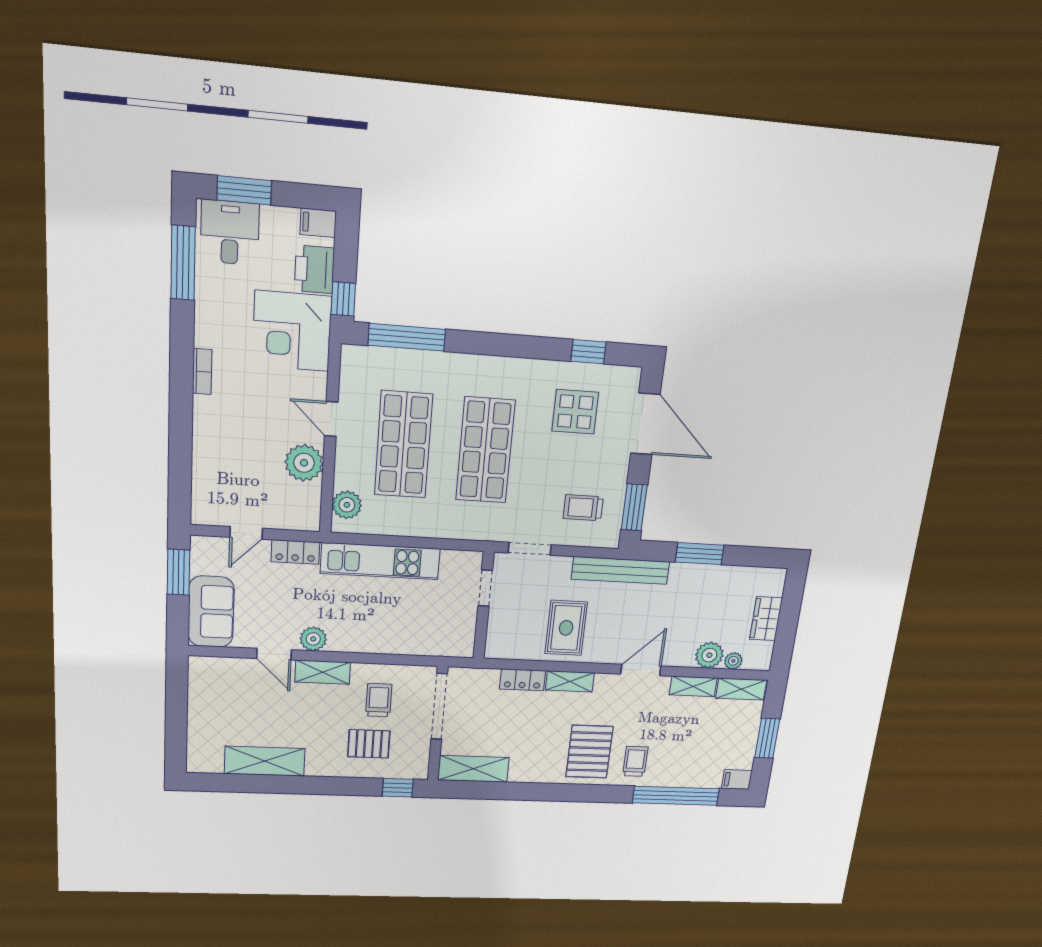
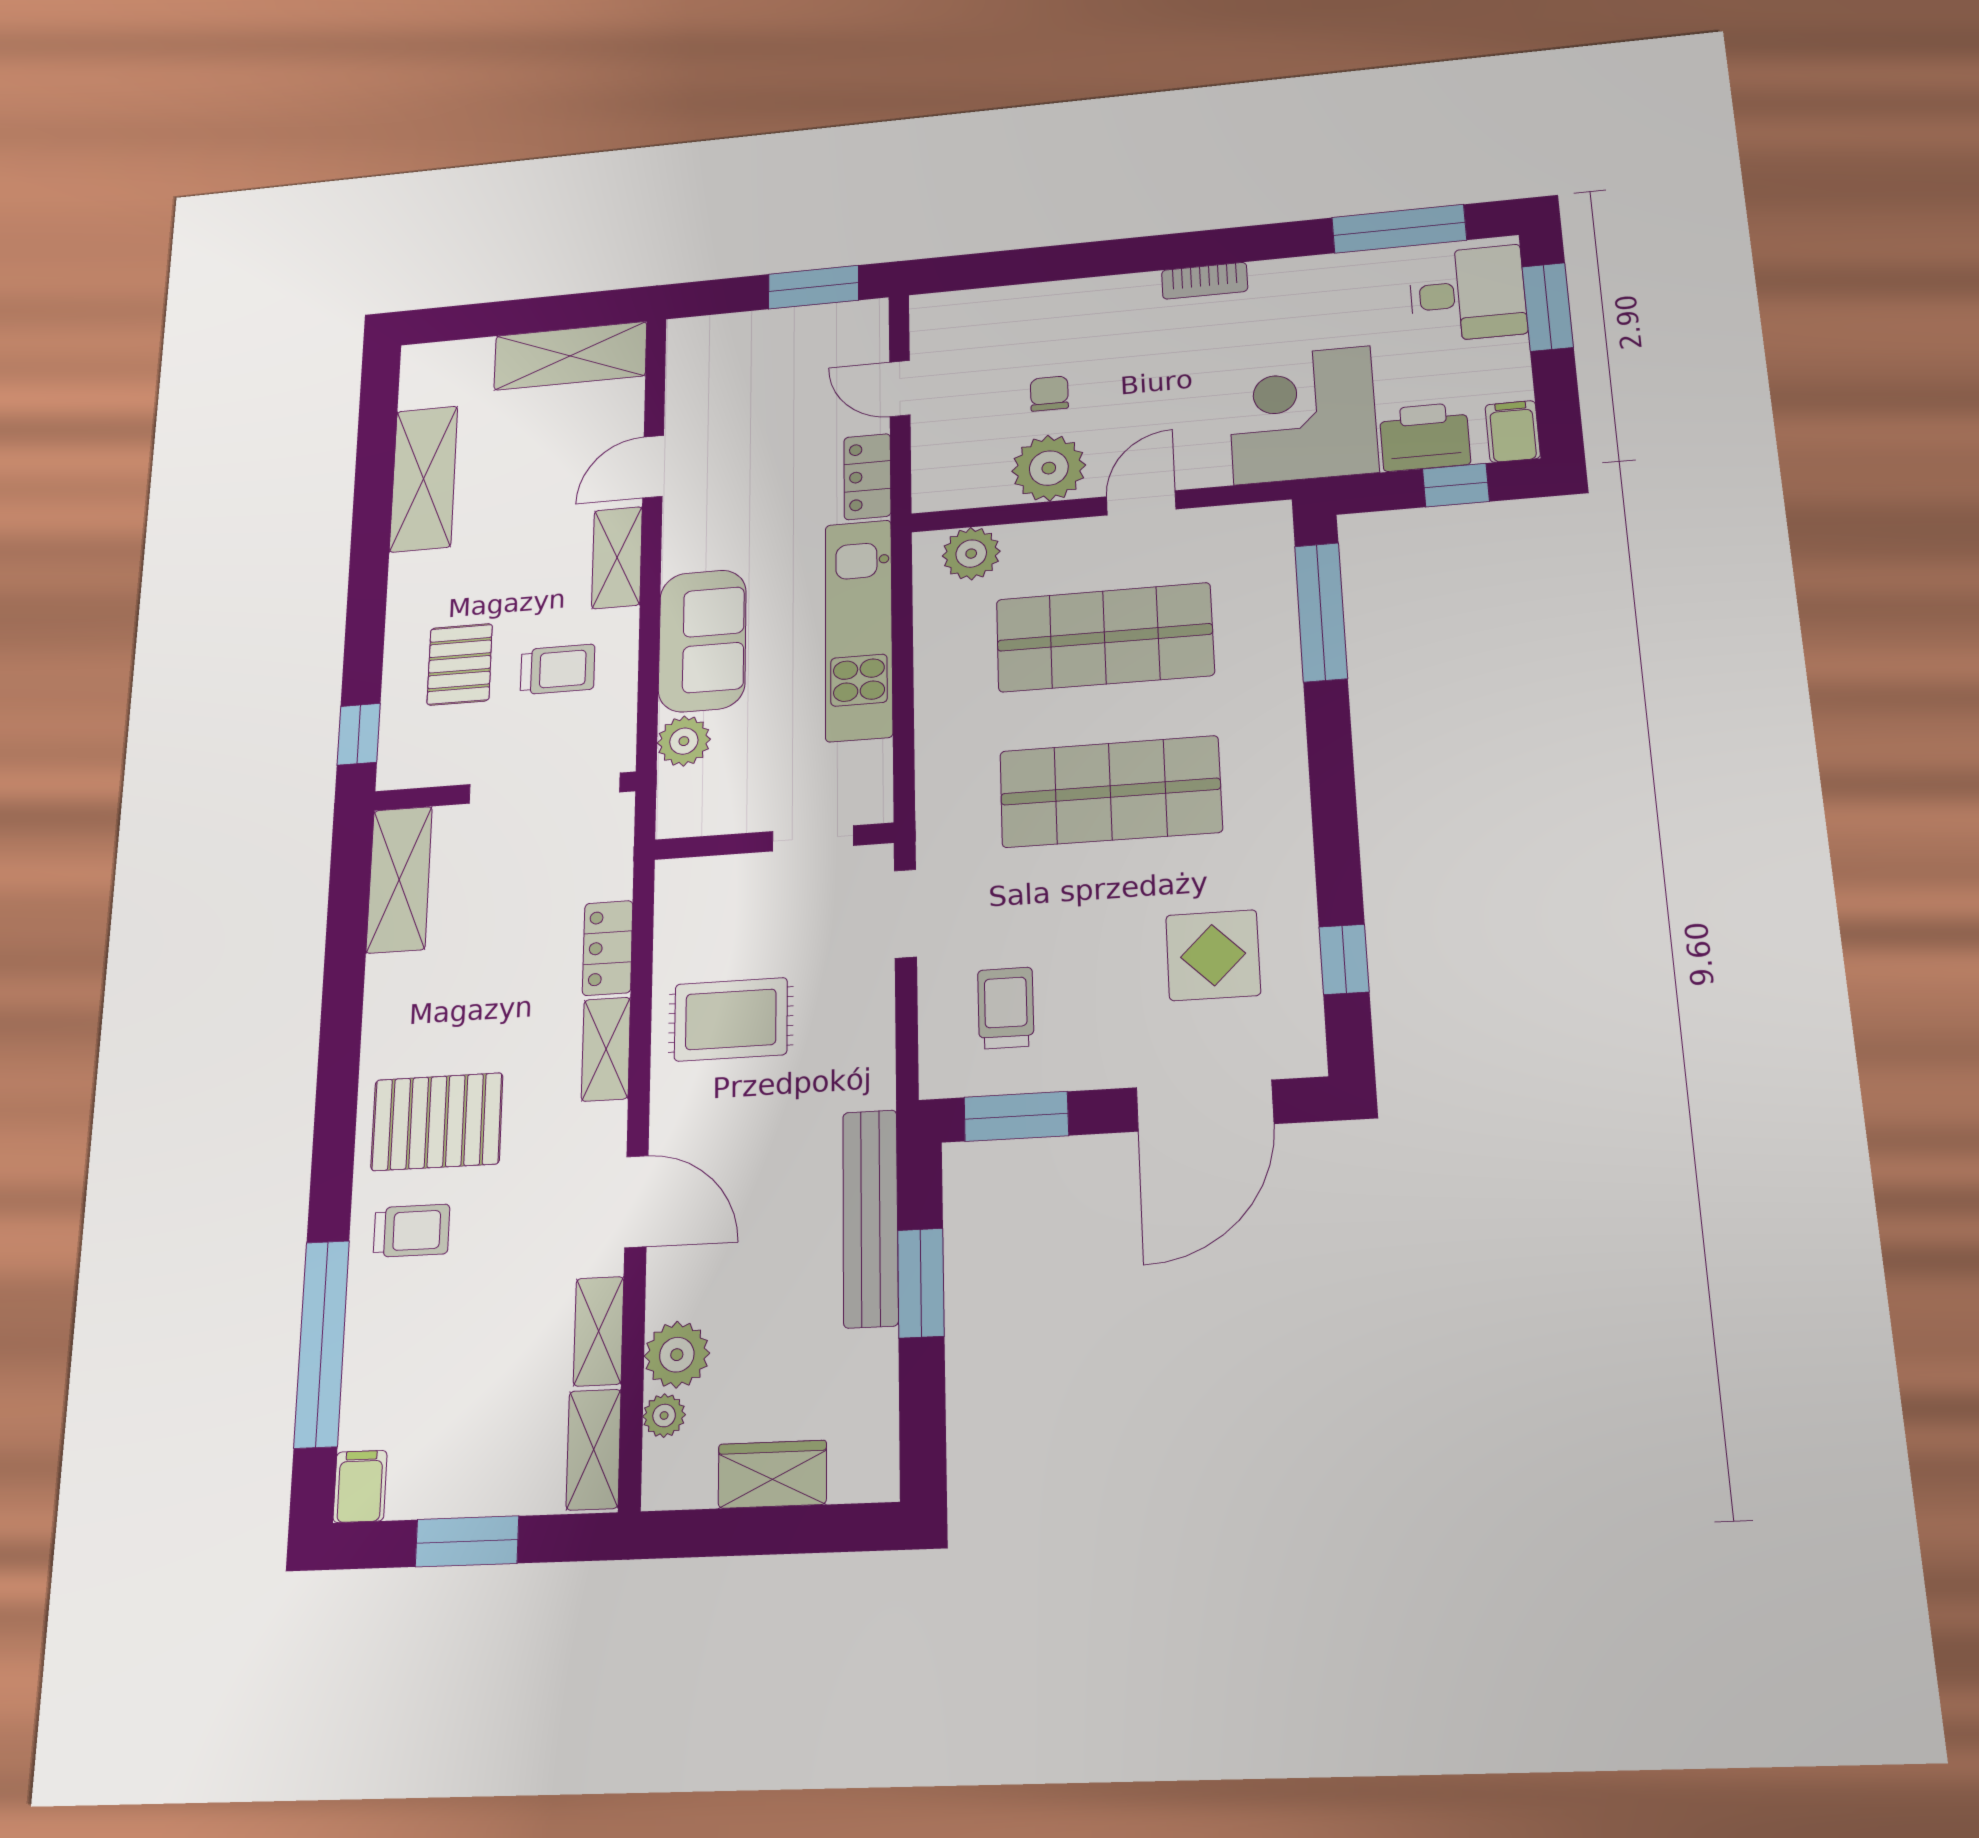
window: (343, 299) -> (1456, 485), moved
chair: (260, 459) -> (1049, 394), added
bench: (621, 570) -> (870, 1218), moved
sofa: (211, 612) -> (702, 641), moved, turned -90
plant: (313, 639) -> (684, 741), moved
shelving: (203, 692) -> (570, 356), added

